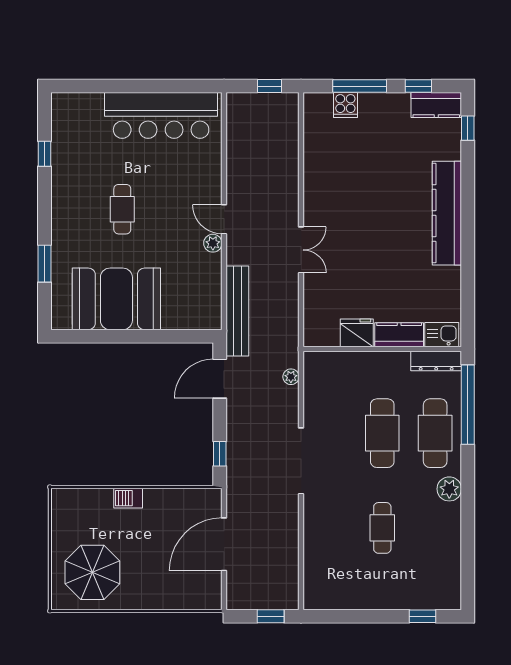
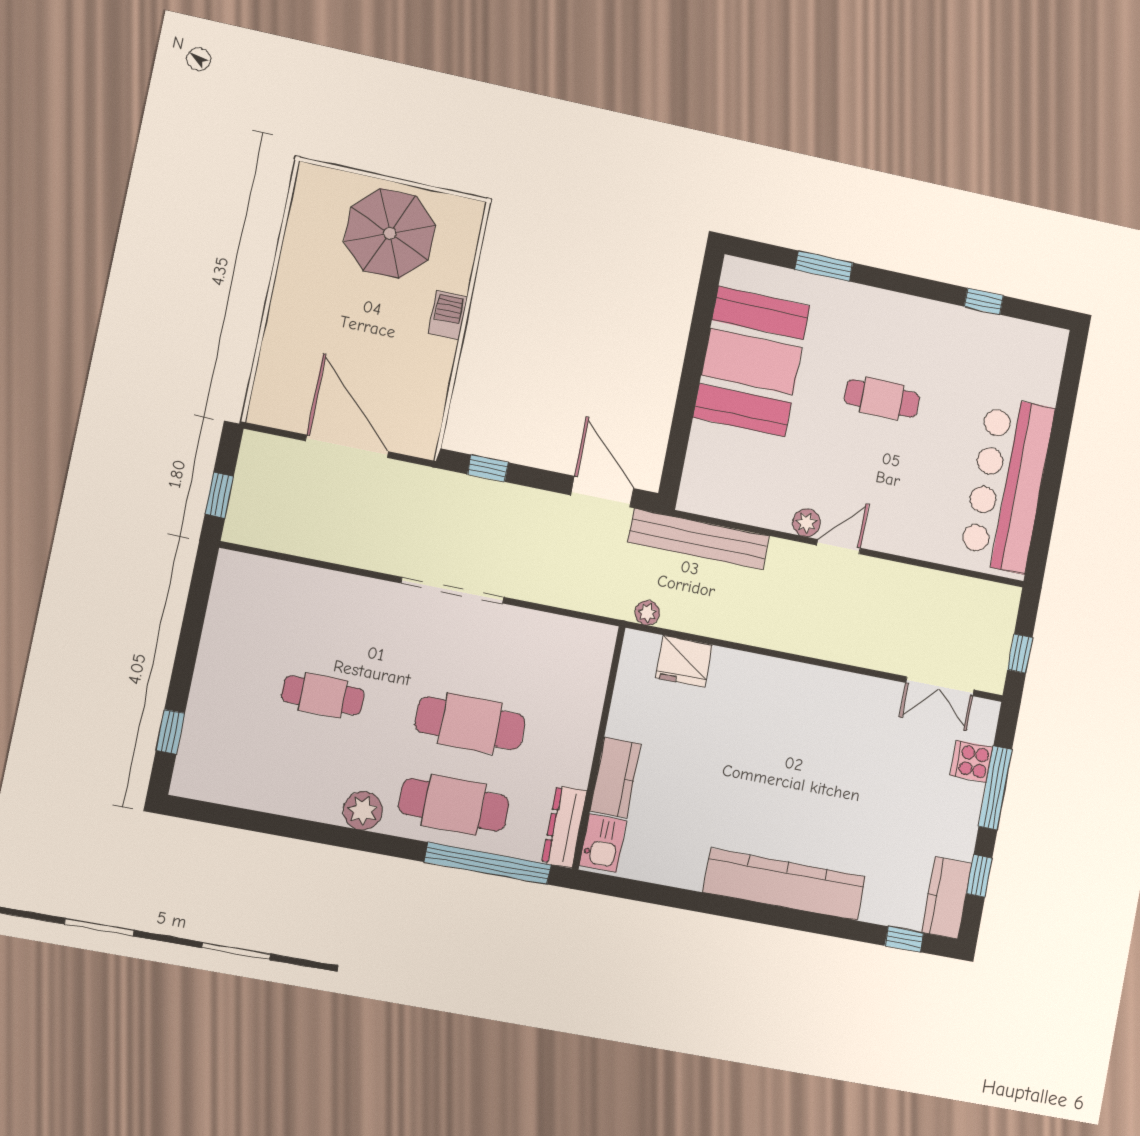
double door: (301, 250) -> (940, 686), moved
fridge: (357, 333) -> (684, 661), moved, turned 90
plant: (291, 377) -> (647, 613), moved
parasol: (92, 572) -> (390, 233), moved

